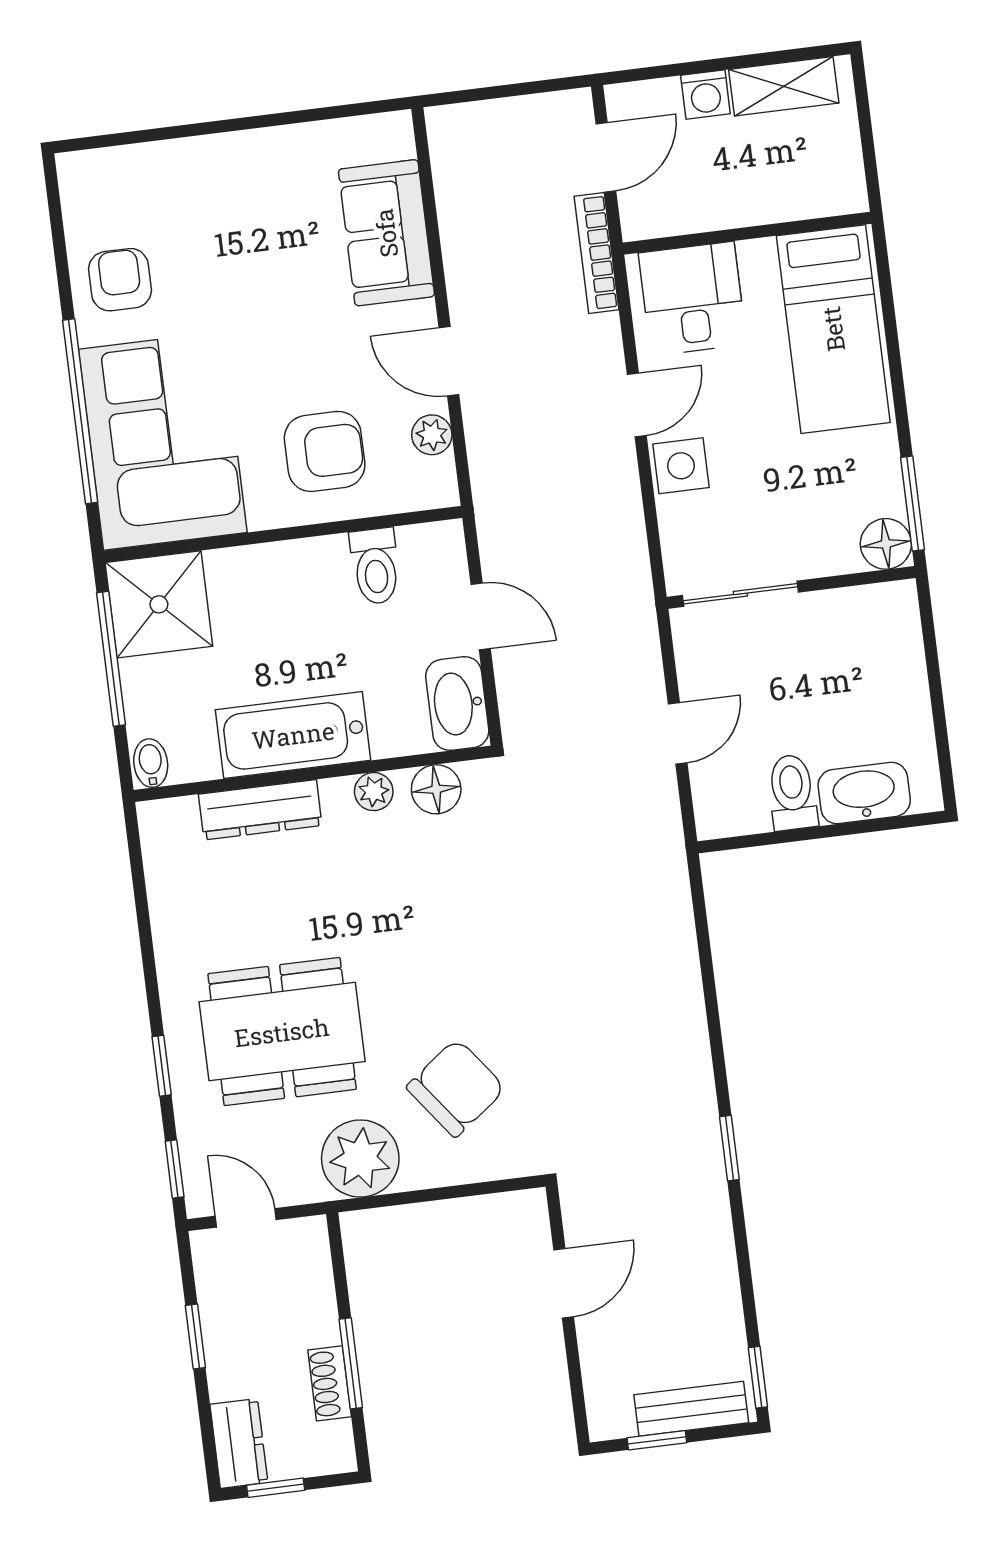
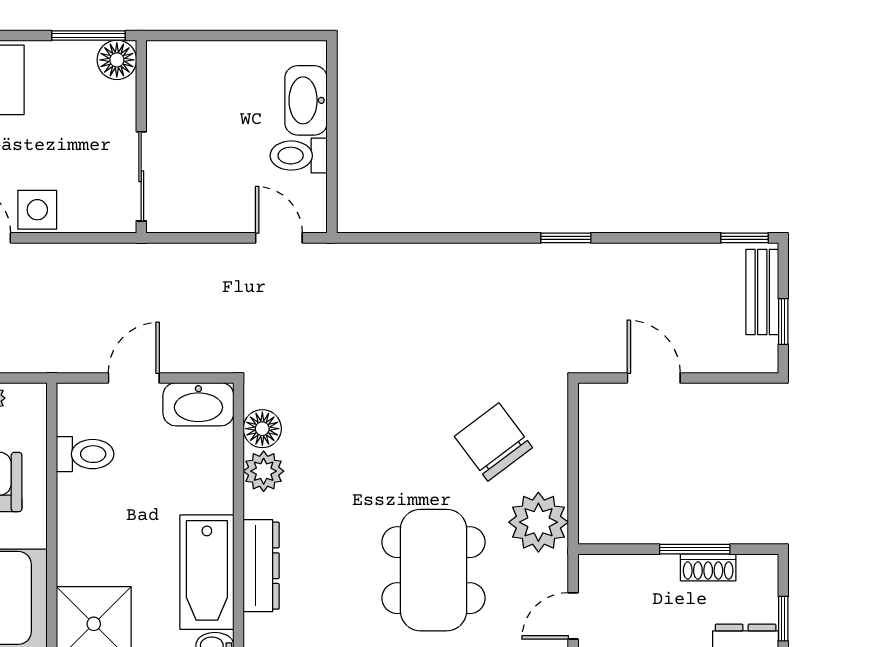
door: (678, 733) -> (279, 238), moved
bathtub: (293, 735) -> (207, 572), moved
plant: (374, 792) -> (264, 471), width x1.38, depth x1.38

